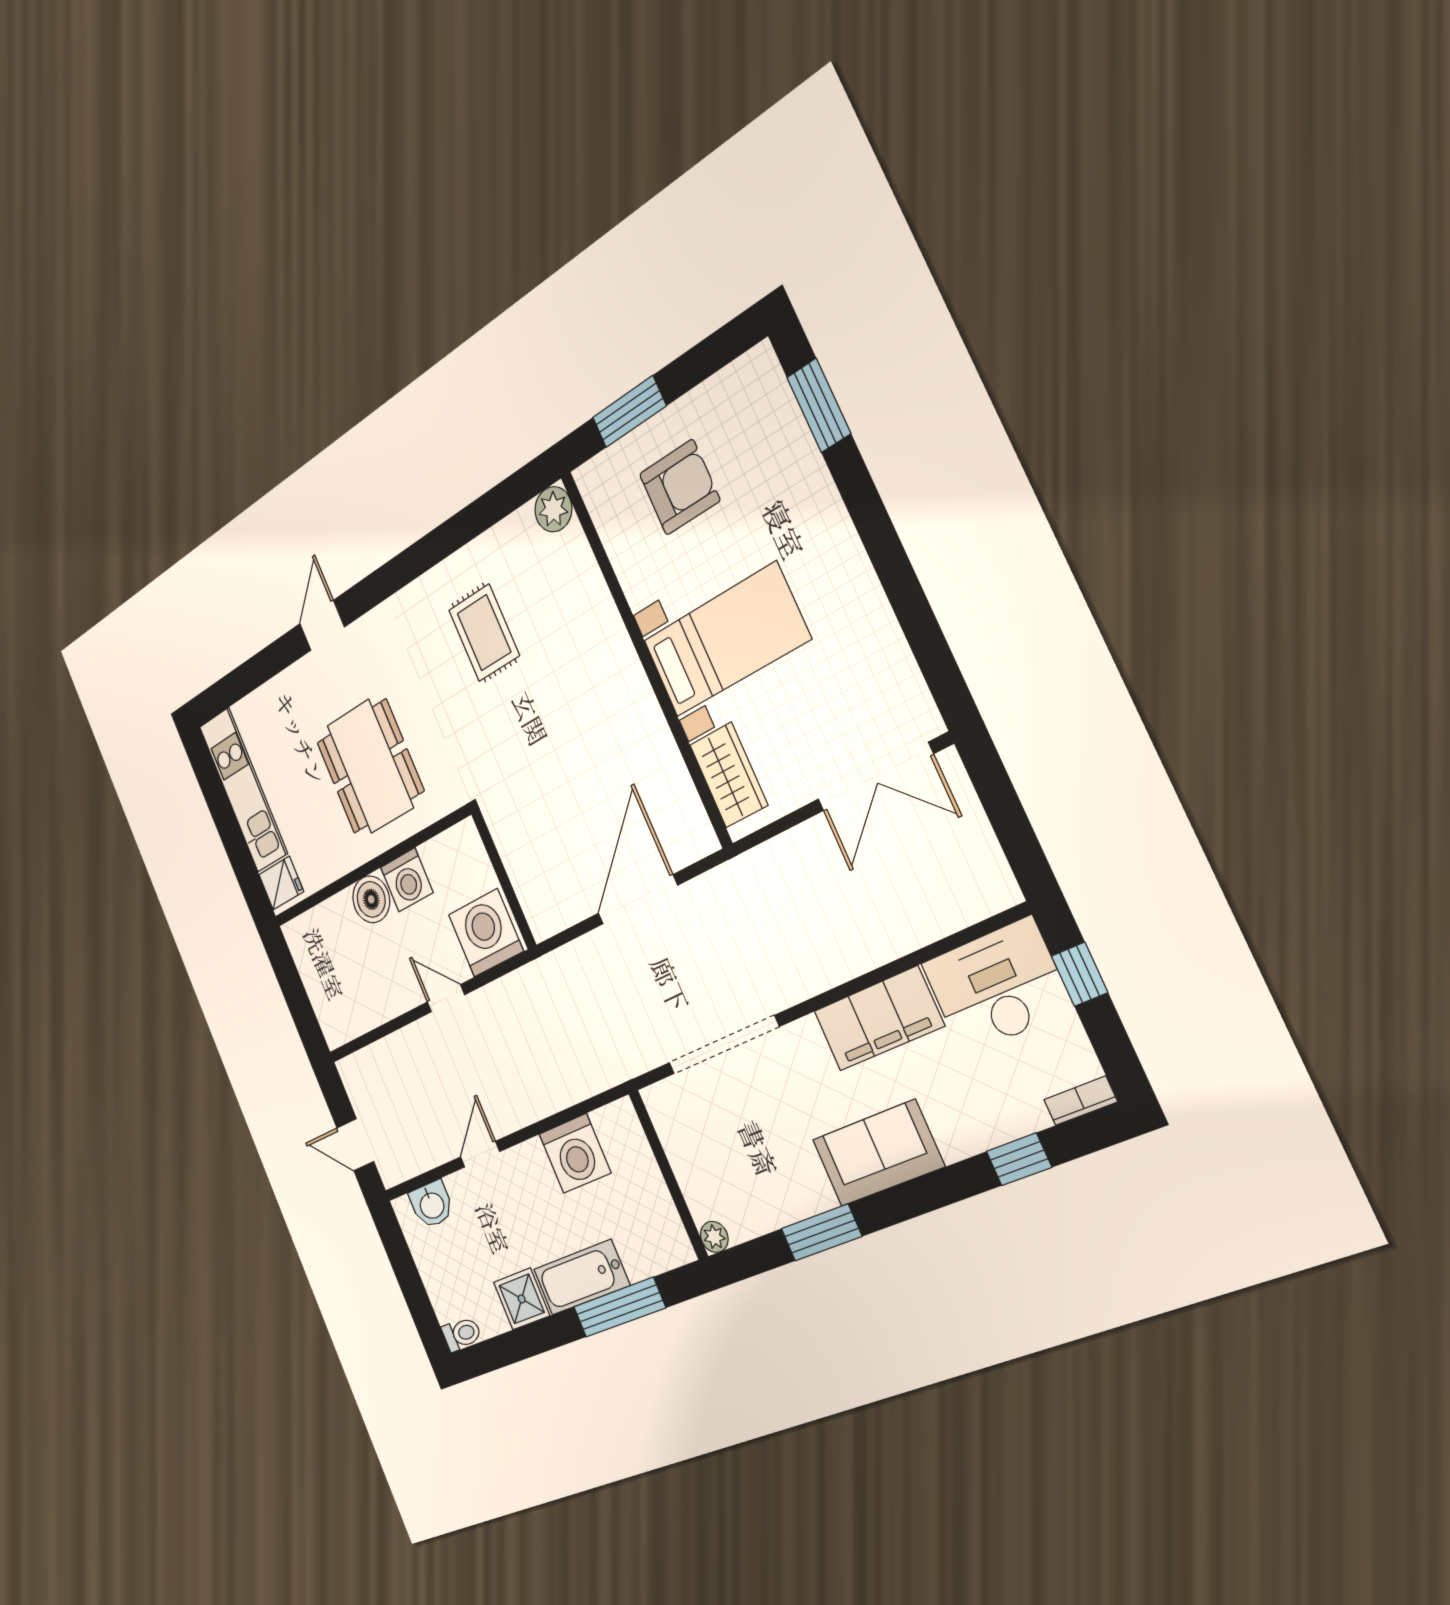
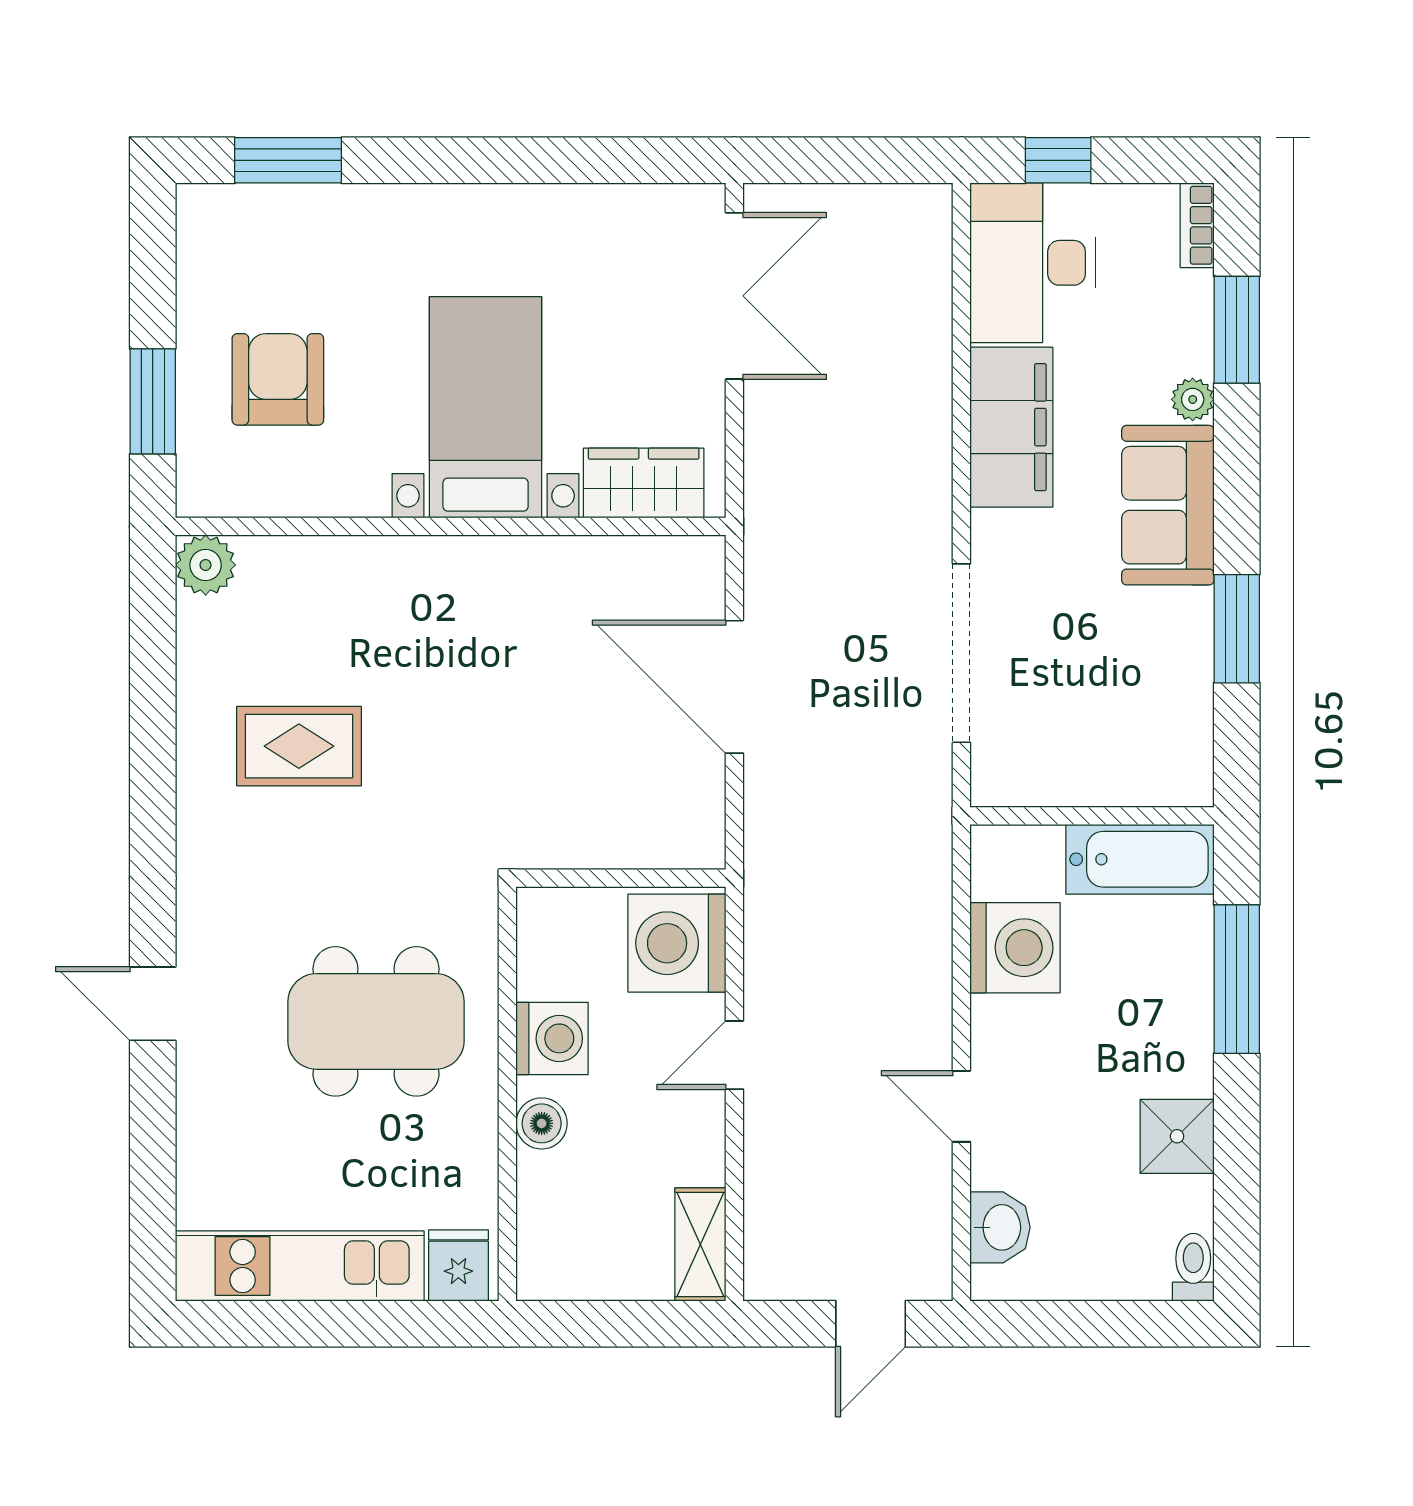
boiler: (371, 899) -> (542, 1123), width x0.73, depth x0.73
shelving: (349, 1023) -> (700, 1244), added
window: (1019, 1159) -> (1237, 330), width x1.50
plant: (714, 1237) -> (1193, 399), moved
bathtub: (581, 1277) -> (1140, 859), moved, turned -90

